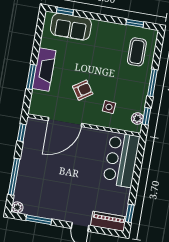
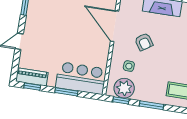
plant: (137, 119) -> (124, 88), width x1.87, depth x1.87
window: (136, 176) -> (66, 92), added
piano: (108, 221) -> (32, 77), moved, turned -90

